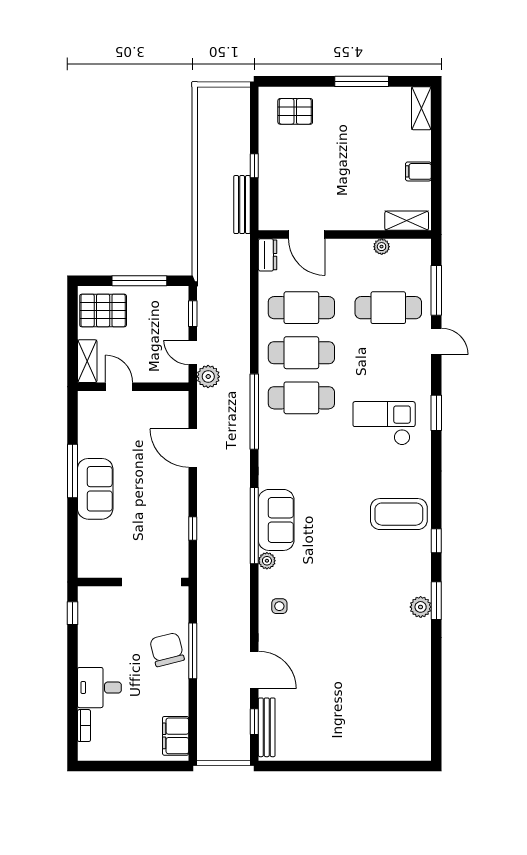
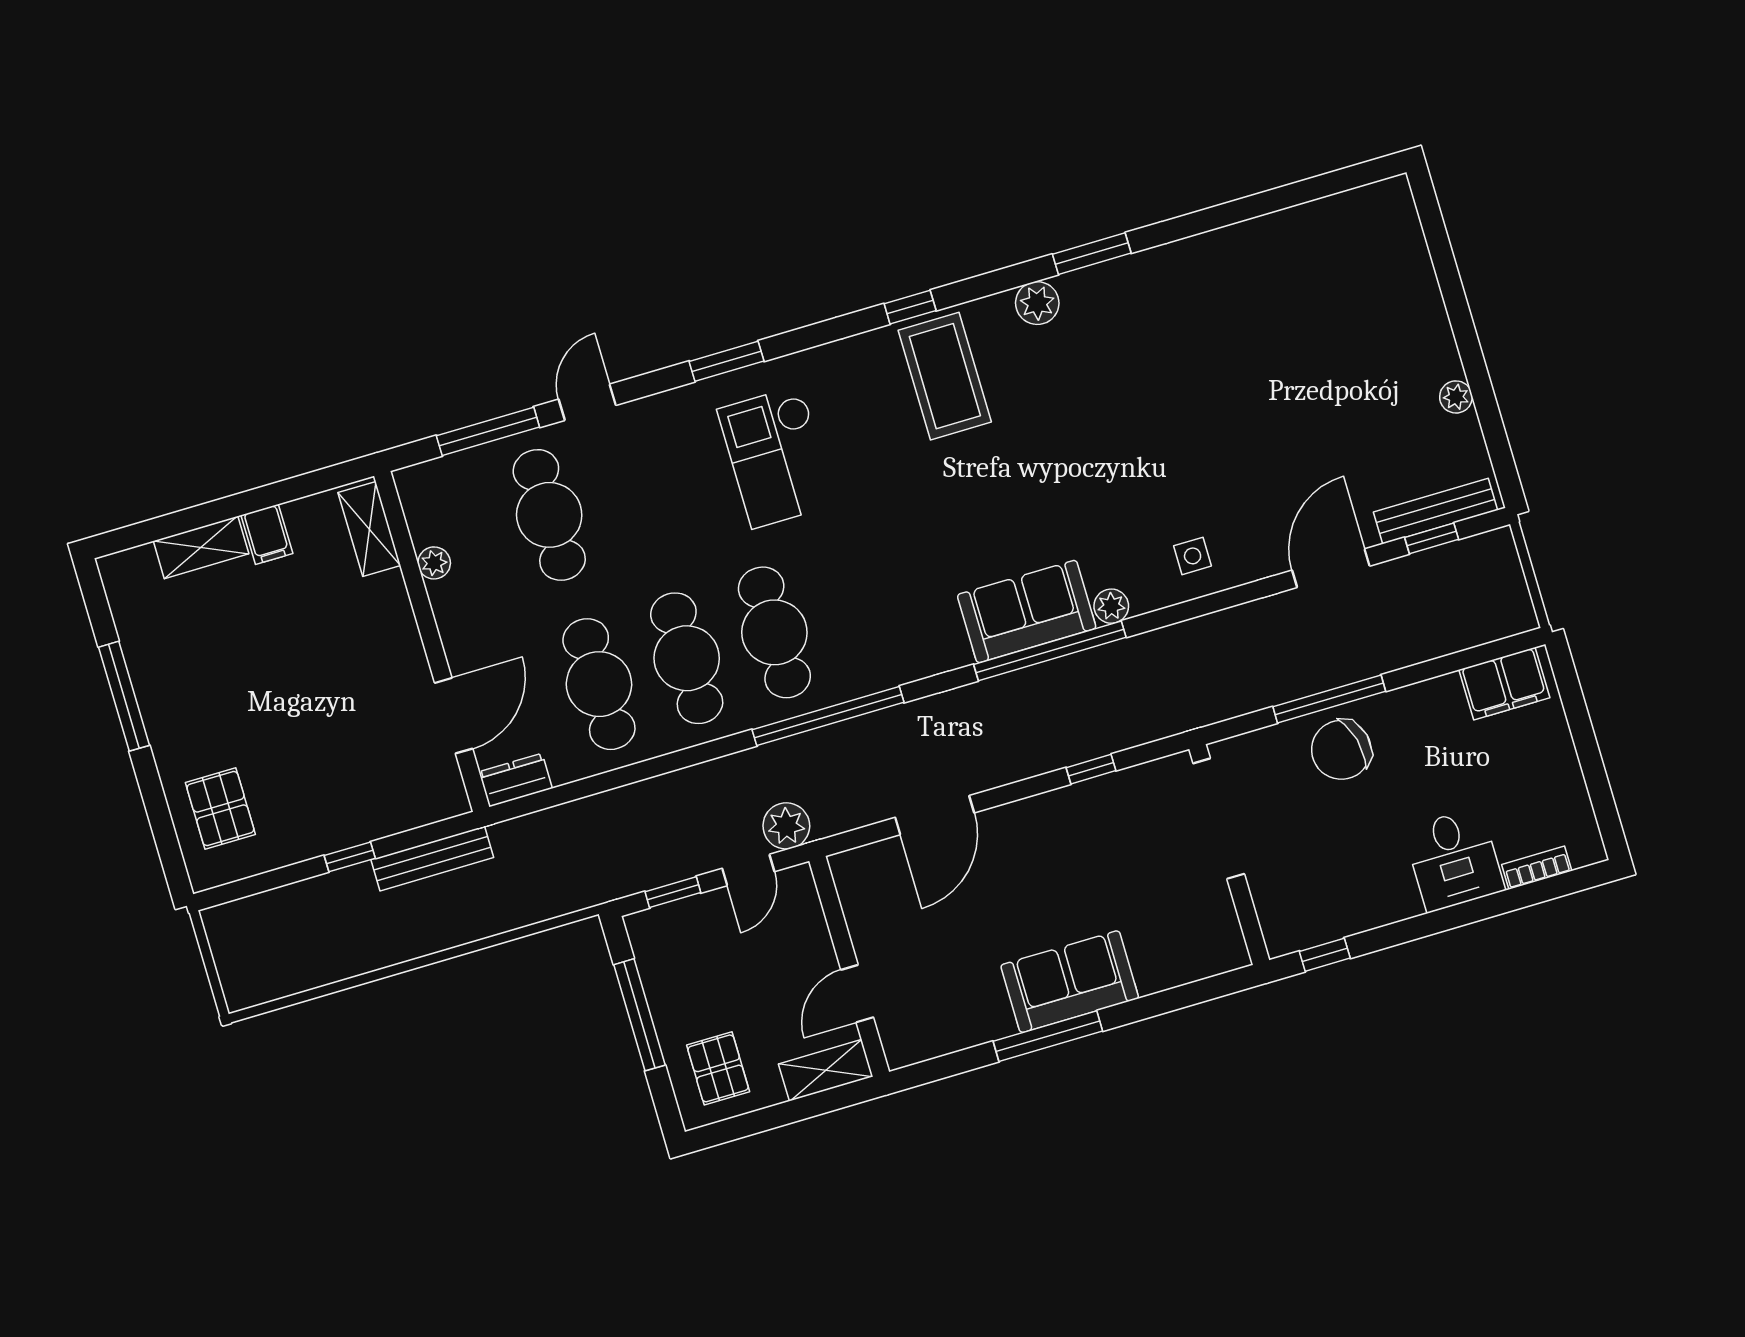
shelving: (421, 108) -> (201, 547), moved
pallet: (103, 310) -> (718, 1068), width x0.67, depth x0.71
window: (436, 541) -> (910, 307), moved
plant: (421, 607) -> (1037, 303), moved
plant: (318, 753) -> (1456, 397), added

